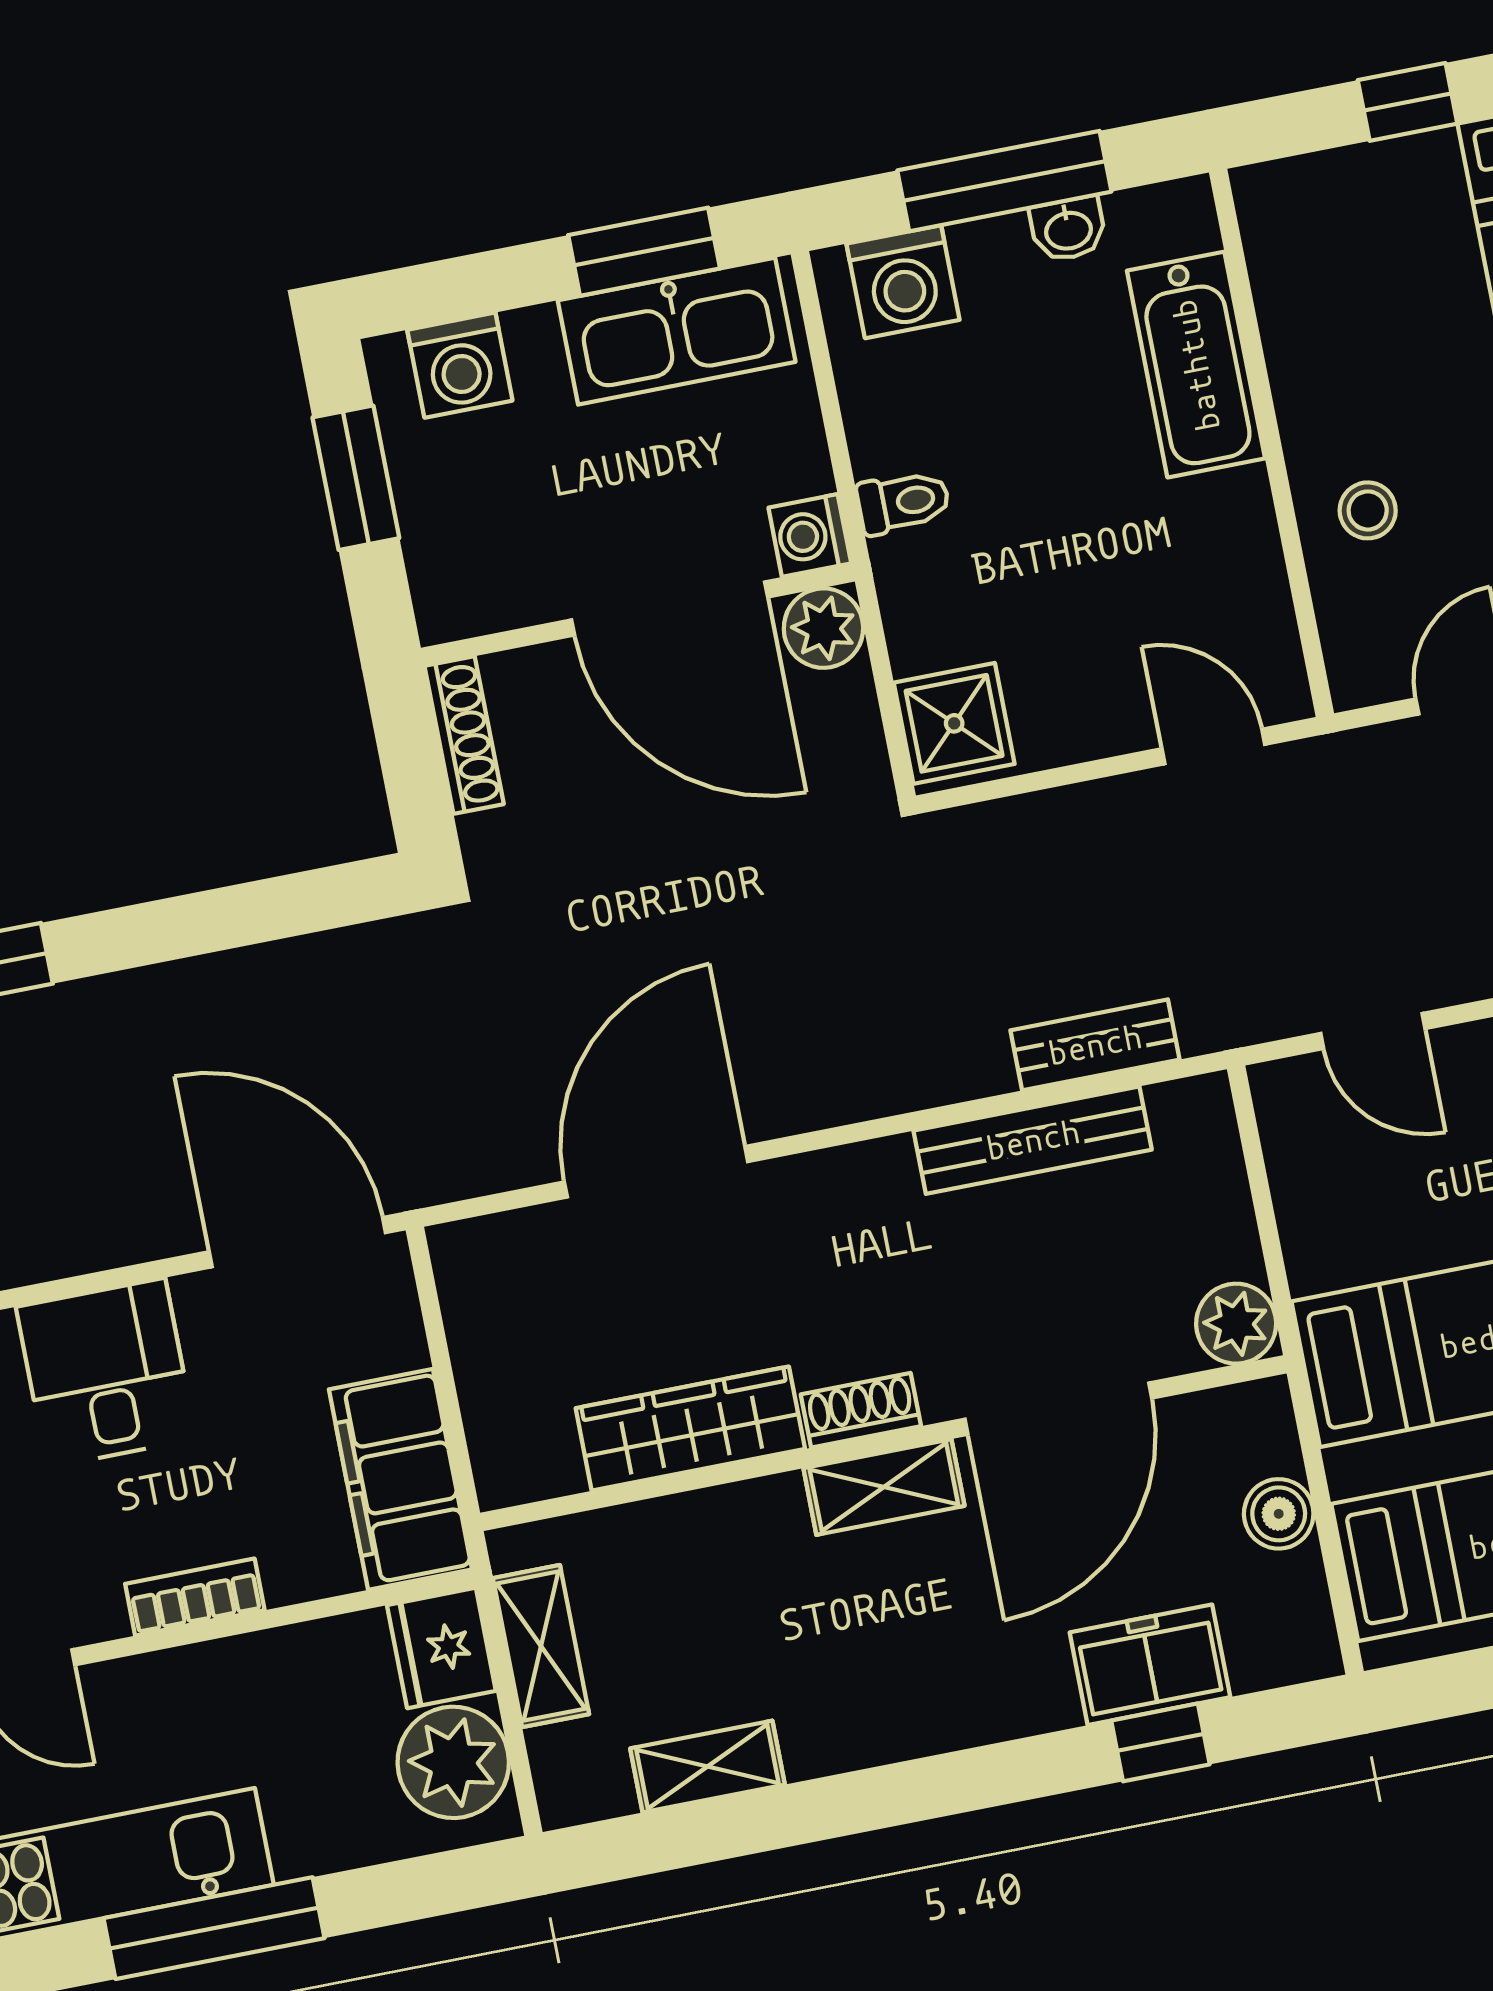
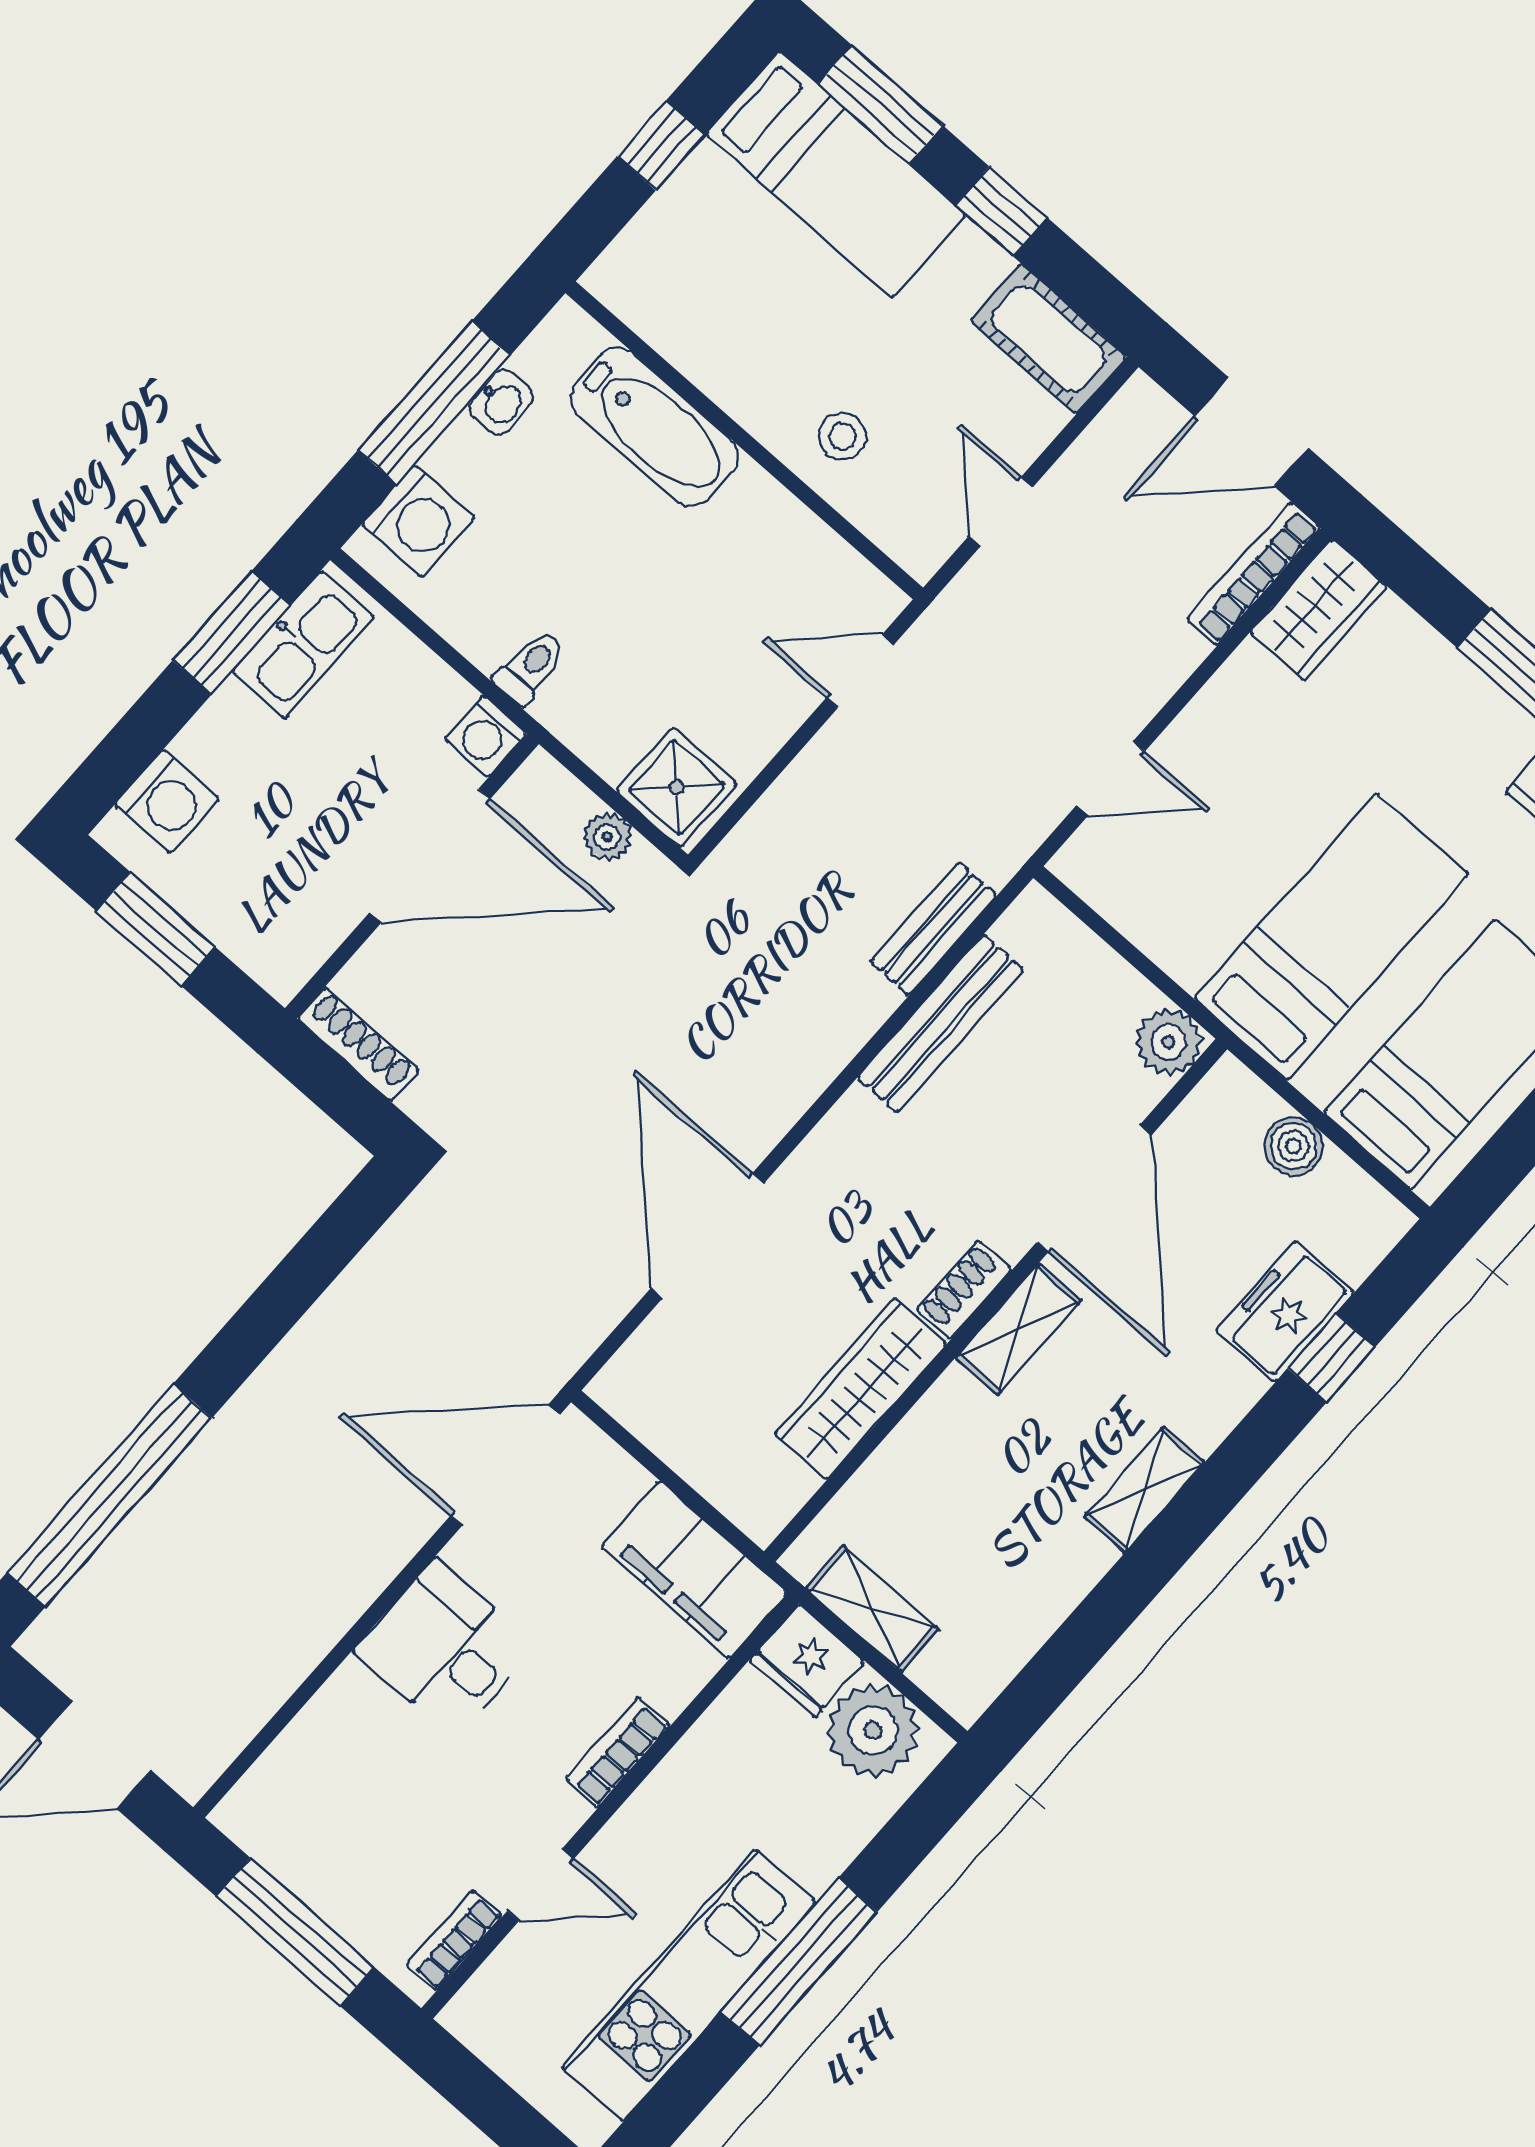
kitchen sink: (677, 331) -> (303, 644), width x0.73, depth x0.81
plant: (823, 628) -> (607, 837), moved, width x0.73, depth x0.73
shelving: (708, 1767) -> (1144, 1490), moved

